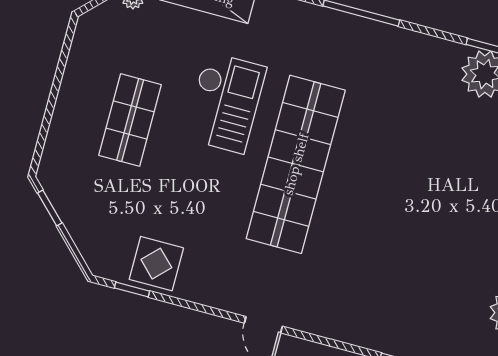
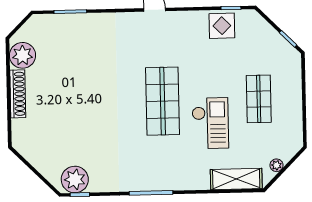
checkout: (225, 103) -> (210, 123), turned 180
shop shelf: (296, 164) -> (163, 101), width x0.71

